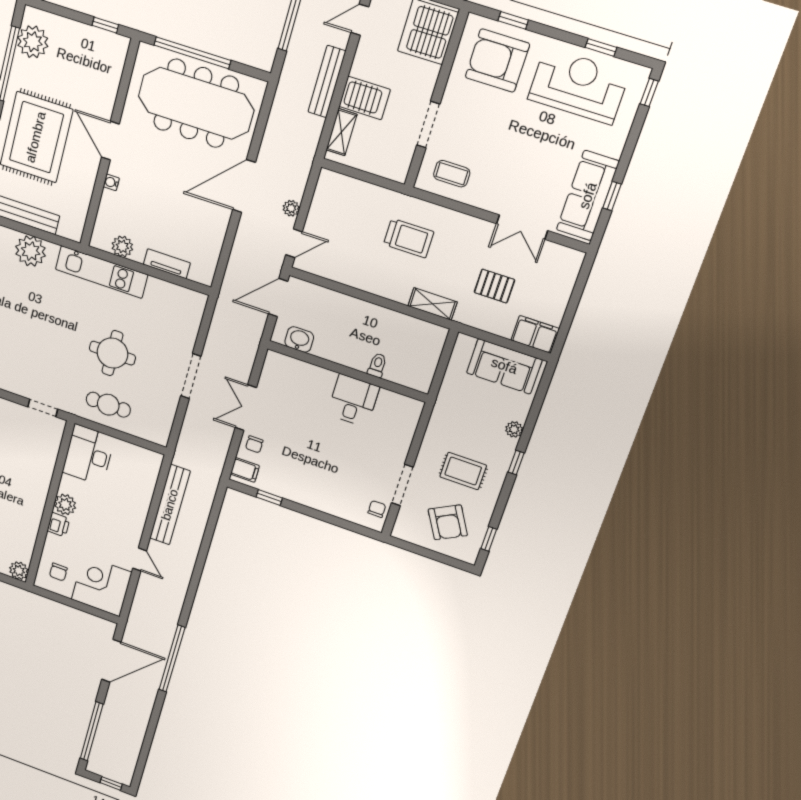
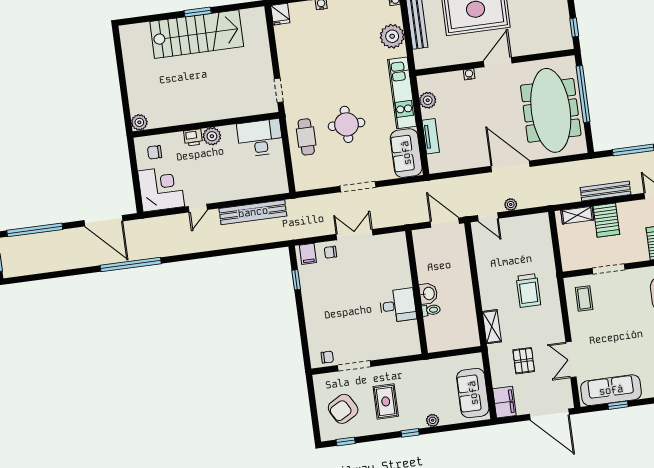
door: (579, 287) -> (549, 414), added
sofa: (175, 302) -> (406, 153), added
washbasin: (299, 340) -> (428, 293), moved

